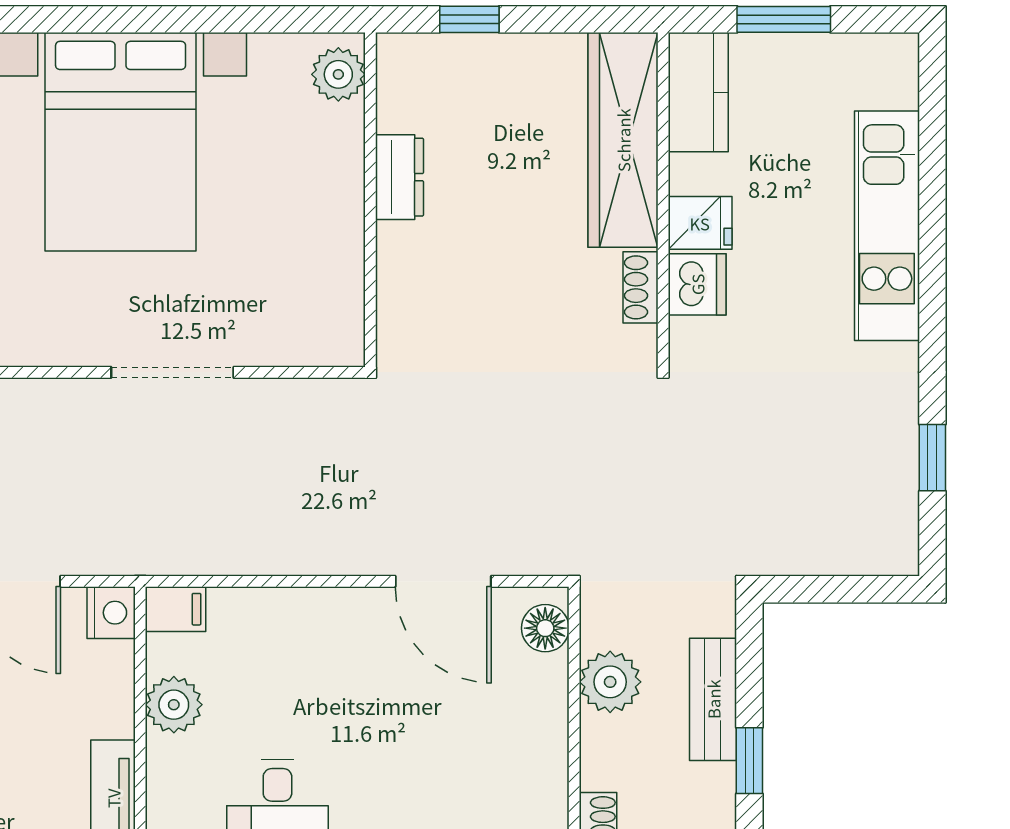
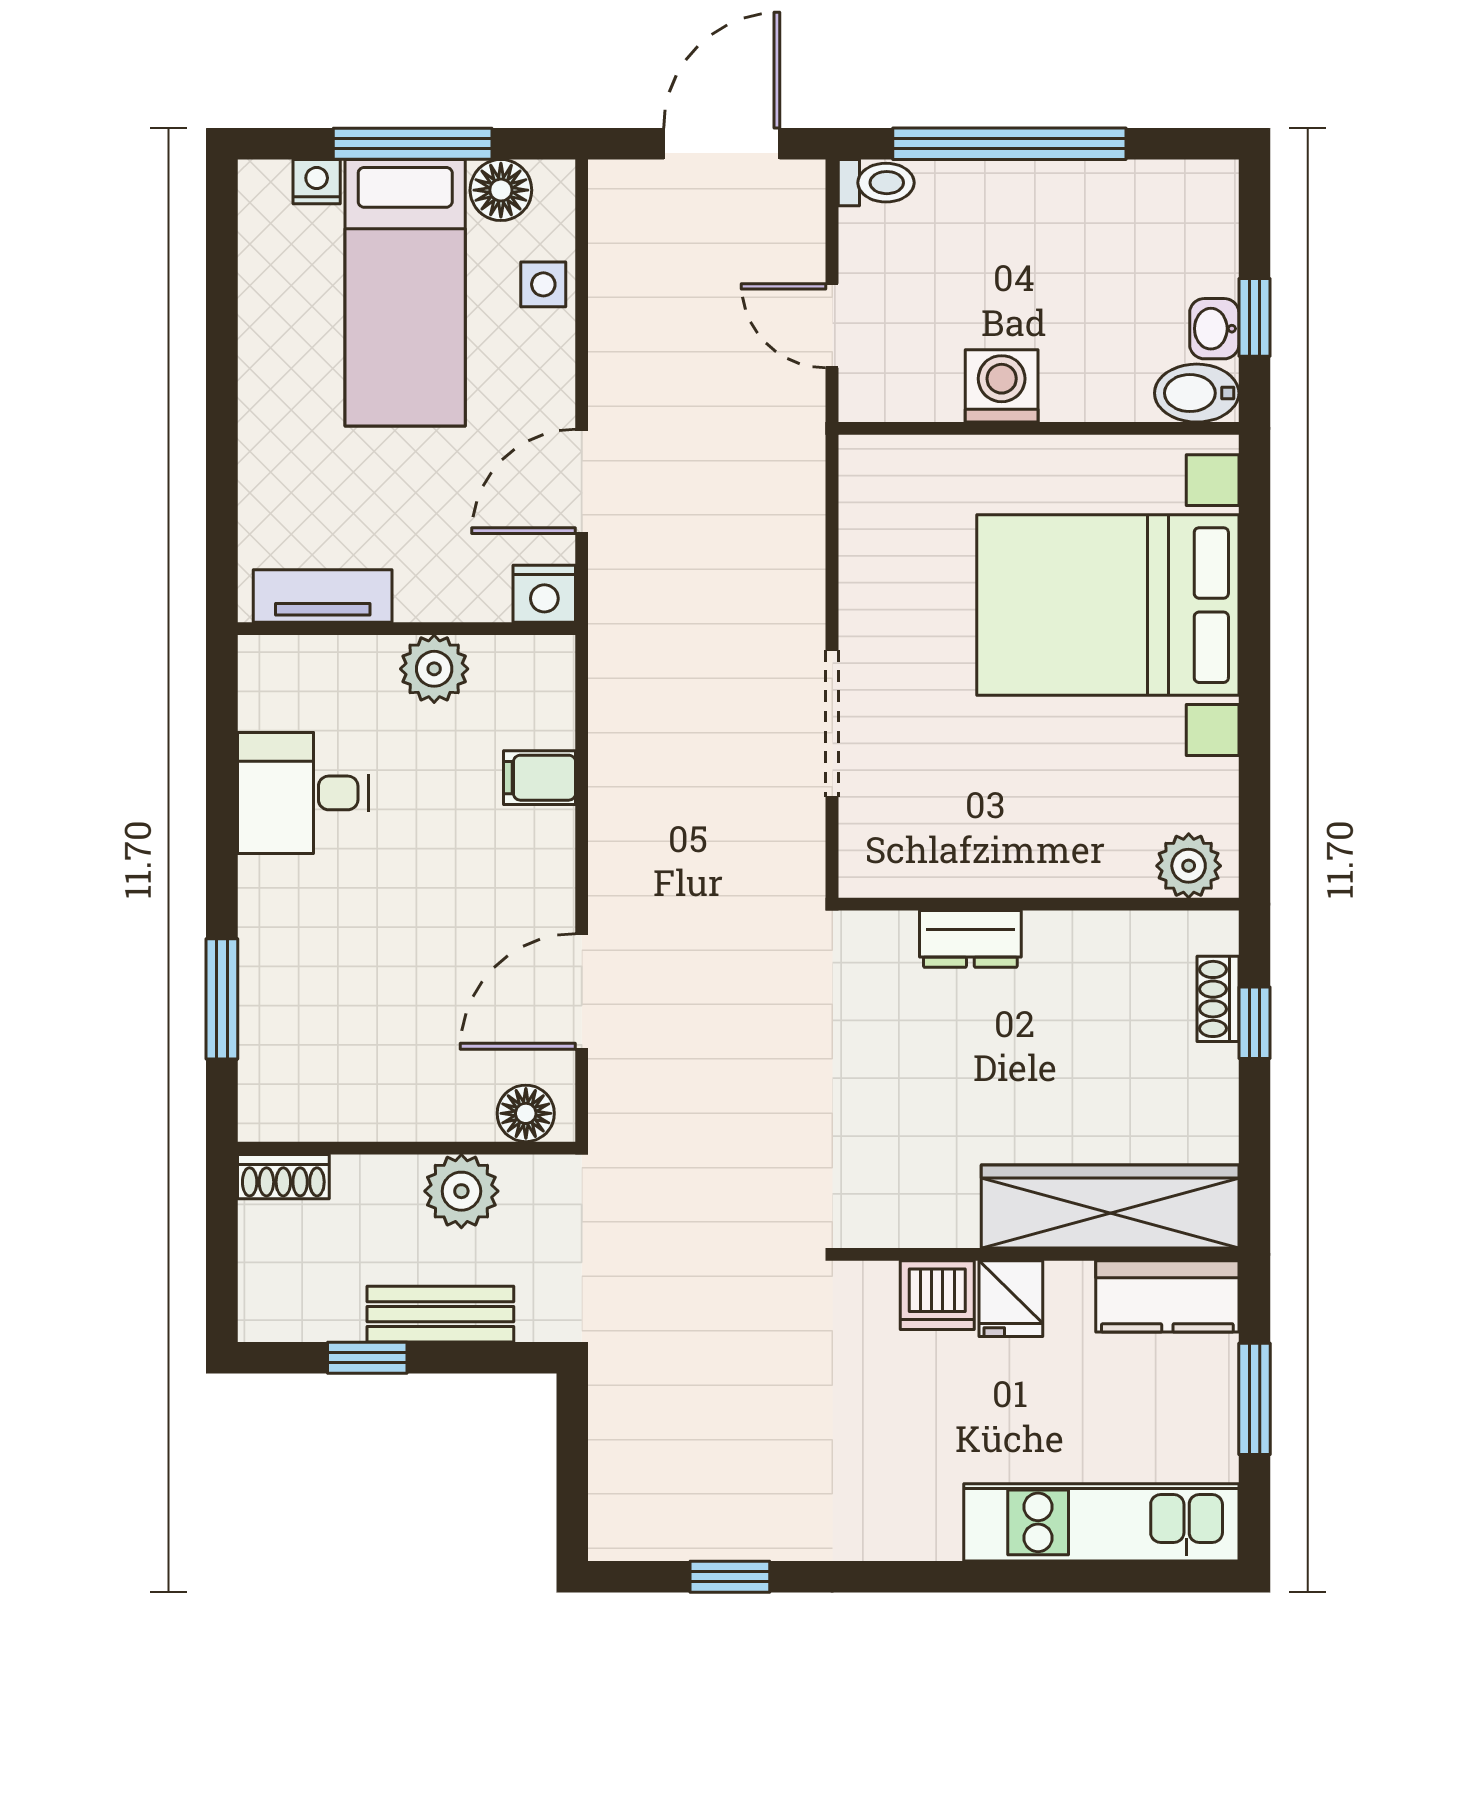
dresser: (399, 177) -> (970, 939), moved
kitchen unit: (887, 226) -> (1101, 1522), moved
shoe rack: (641, 287) -> (1218, 999), moved, turned -90
doorway: (172, 372) -> (832, 723), moved
filing cabinet: (176, 609) -> (540, 778), moved, turned 90

